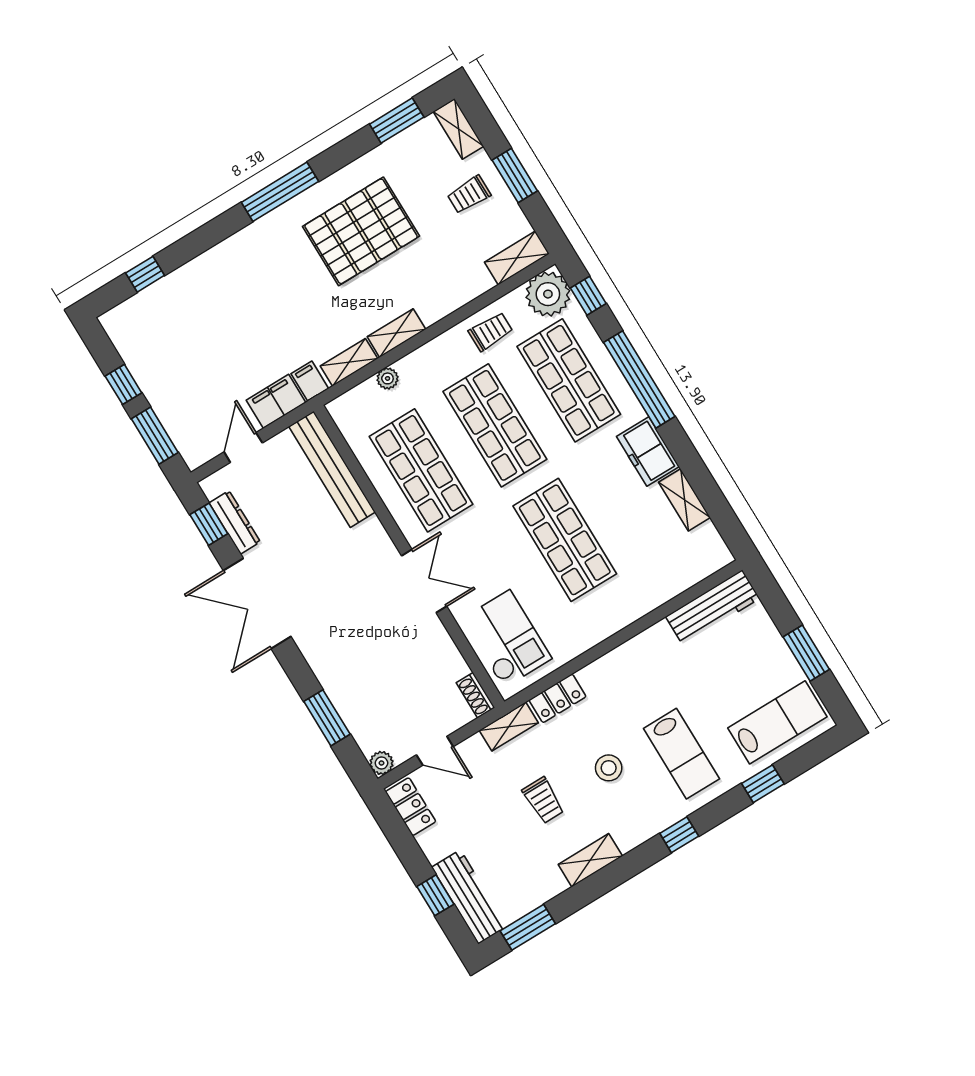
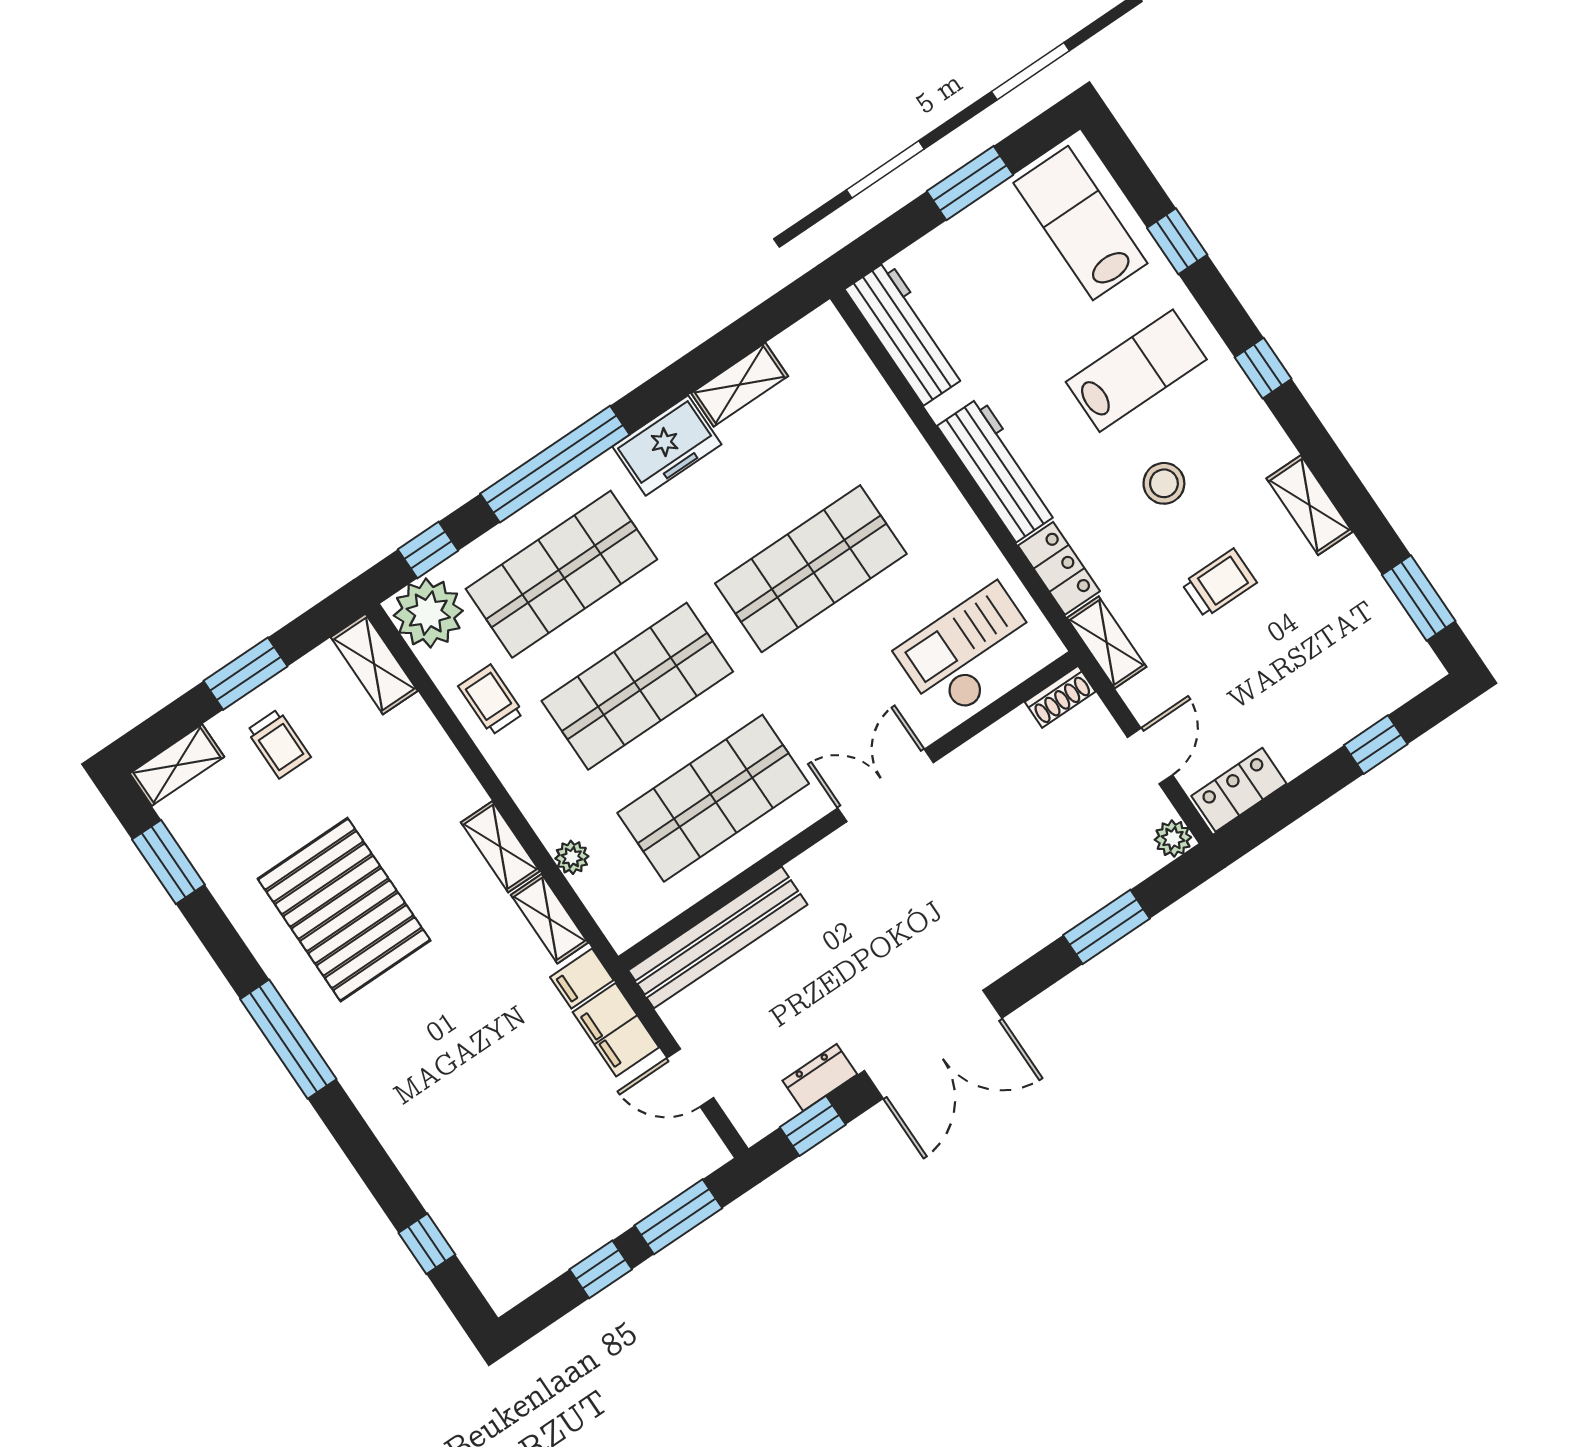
dresser: (235, 522) -> (820, 1077), width x0.70
workbench: (469, 897) -> (998, 469), moved, turned 90

